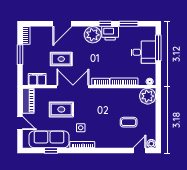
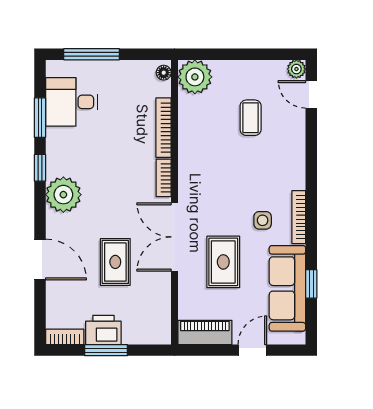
printer: (110, 33) -> (103, 330), moved, turned -90
desk: (143, 52) -> (72, 102), moved, turned -90
filing cabinet: (37, 79) -> (159, 313), removed

